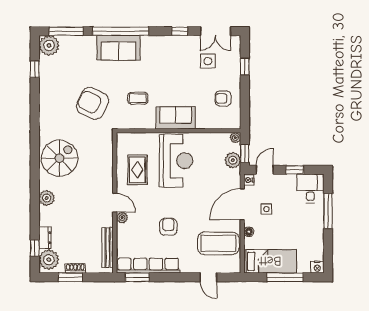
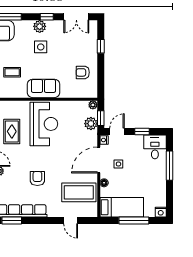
plant: (171, 43) -> (40, 26), added
side table: (208, 61) -> (41, 47), moved

